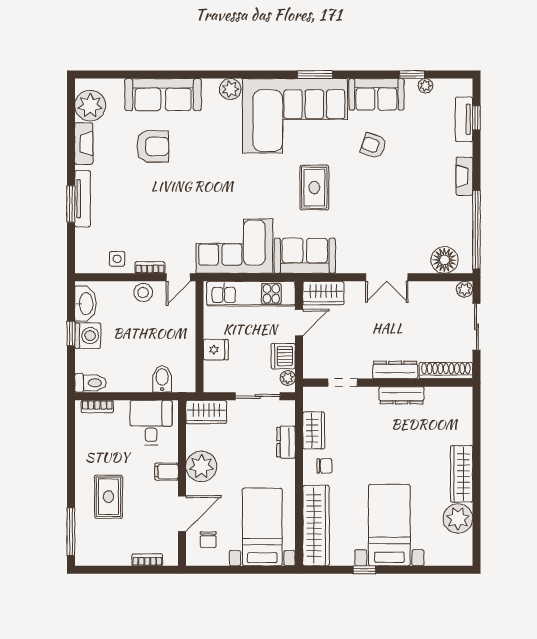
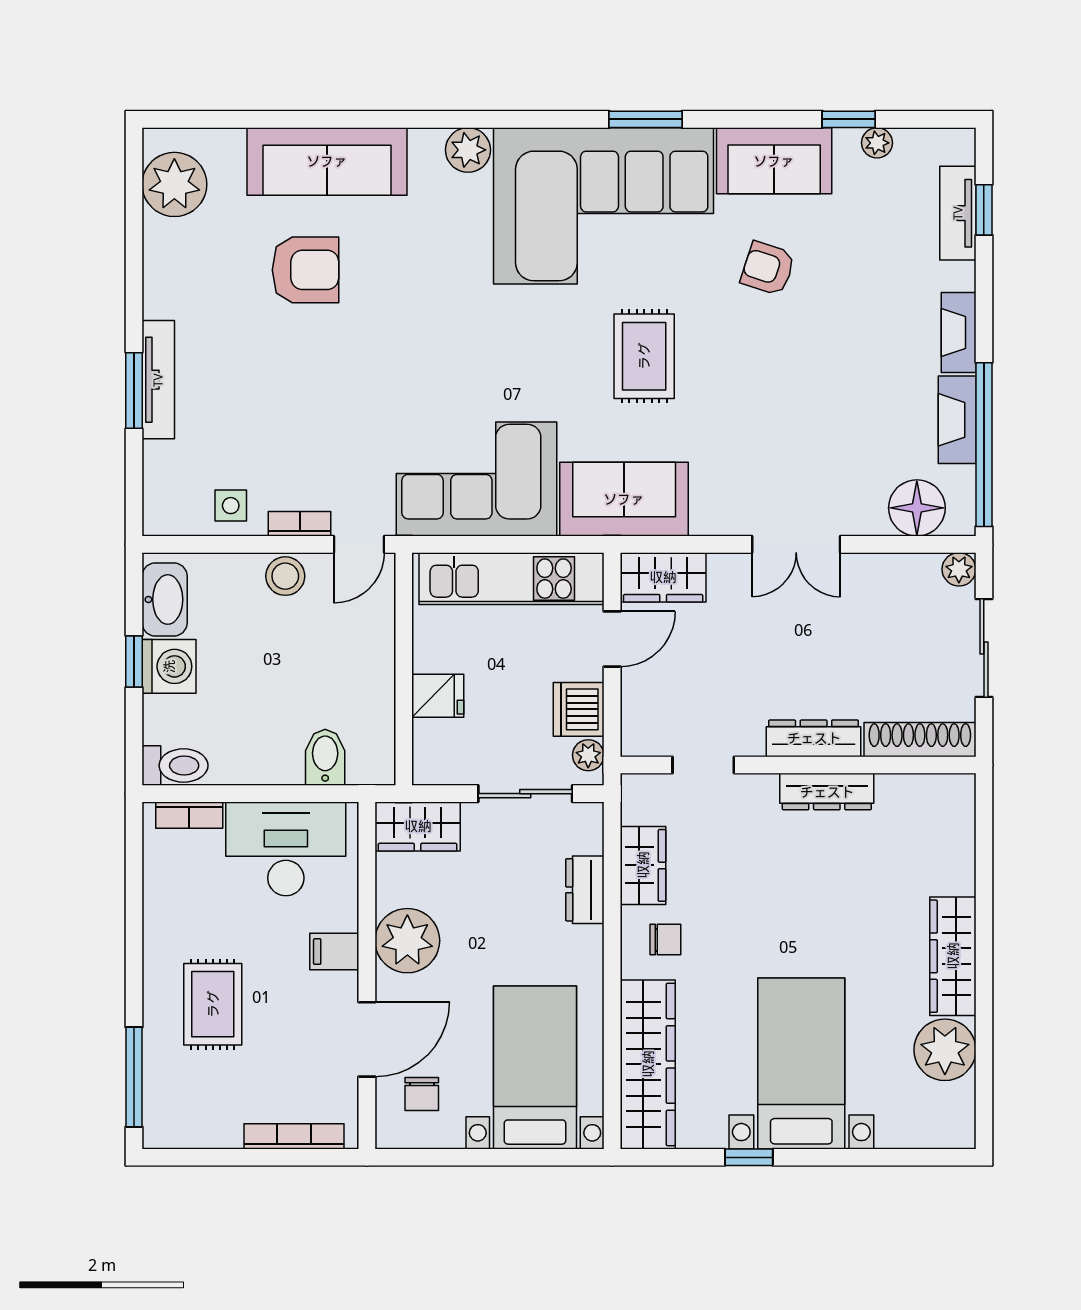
fireplace: (84, 143) -> (957, 420), moved, turned 180
desk: (151, 423) -> (286, 849), width x1.37
bookcase: (147, 560) -> (294, 1136), width x1.56

